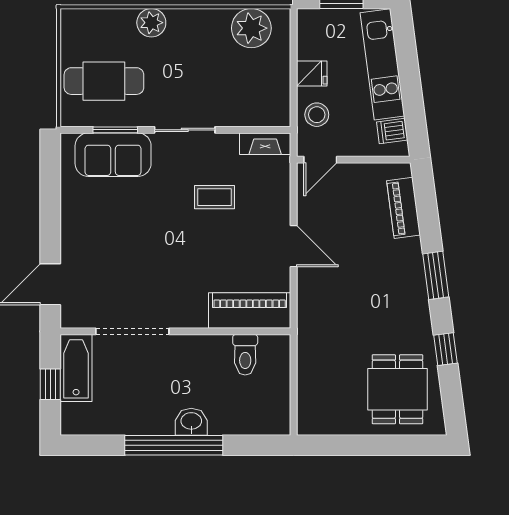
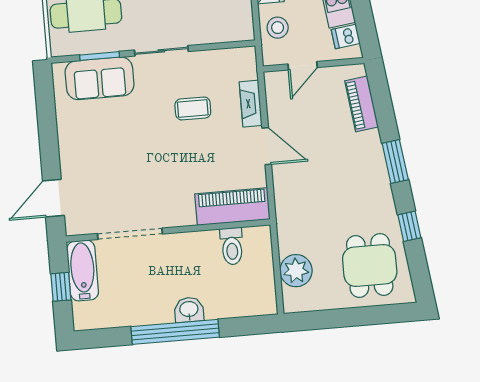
fireplace: (265, 144) -> (251, 104), moved, turned 90
door: (320, 160) -> (303, 66), moved
plant: (315, 388) -> (296, 271), added

